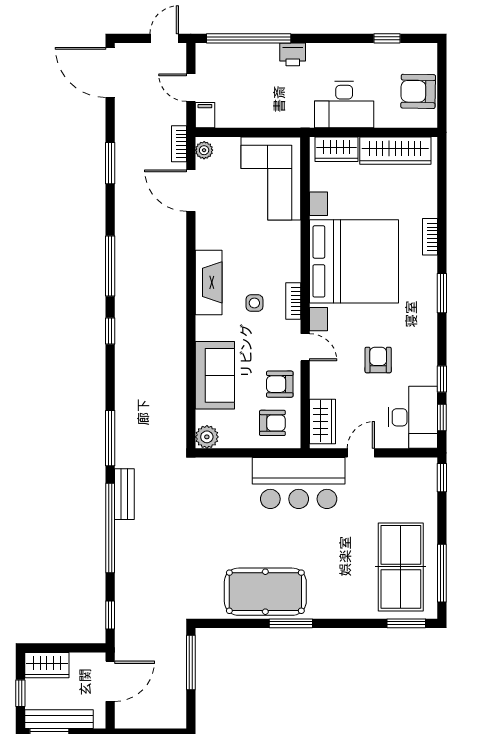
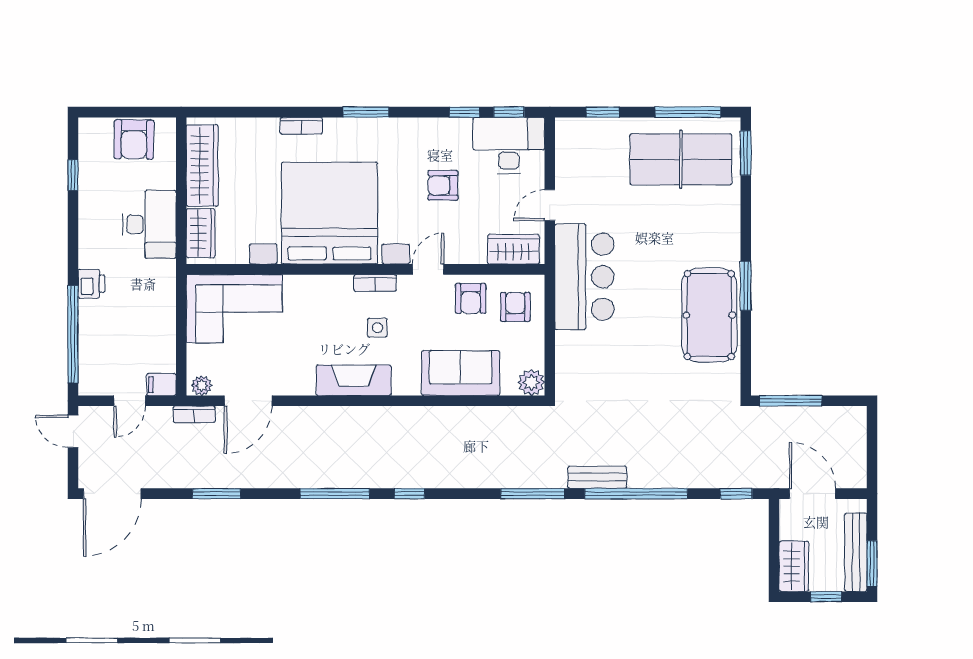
door: (361, 453) -> (550, 205), hinge flipped
window: (442, 478) -> (603, 112), moved

